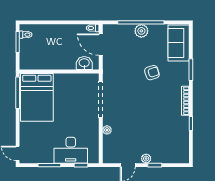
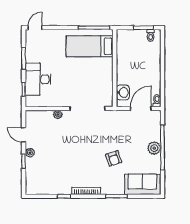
bed: (37, 97) -> (90, 46), width x0.67

